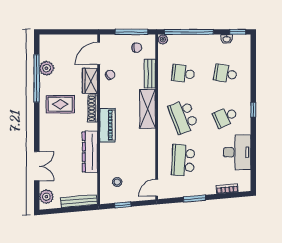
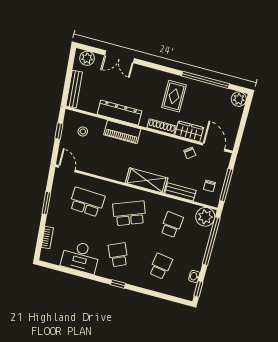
plant: (163, 39) -> (205, 217), width x1.88, depth x1.88
plant: (47, 68) -> (239, 99), moved
piano: (107, 125) -> (122, 132), moved

